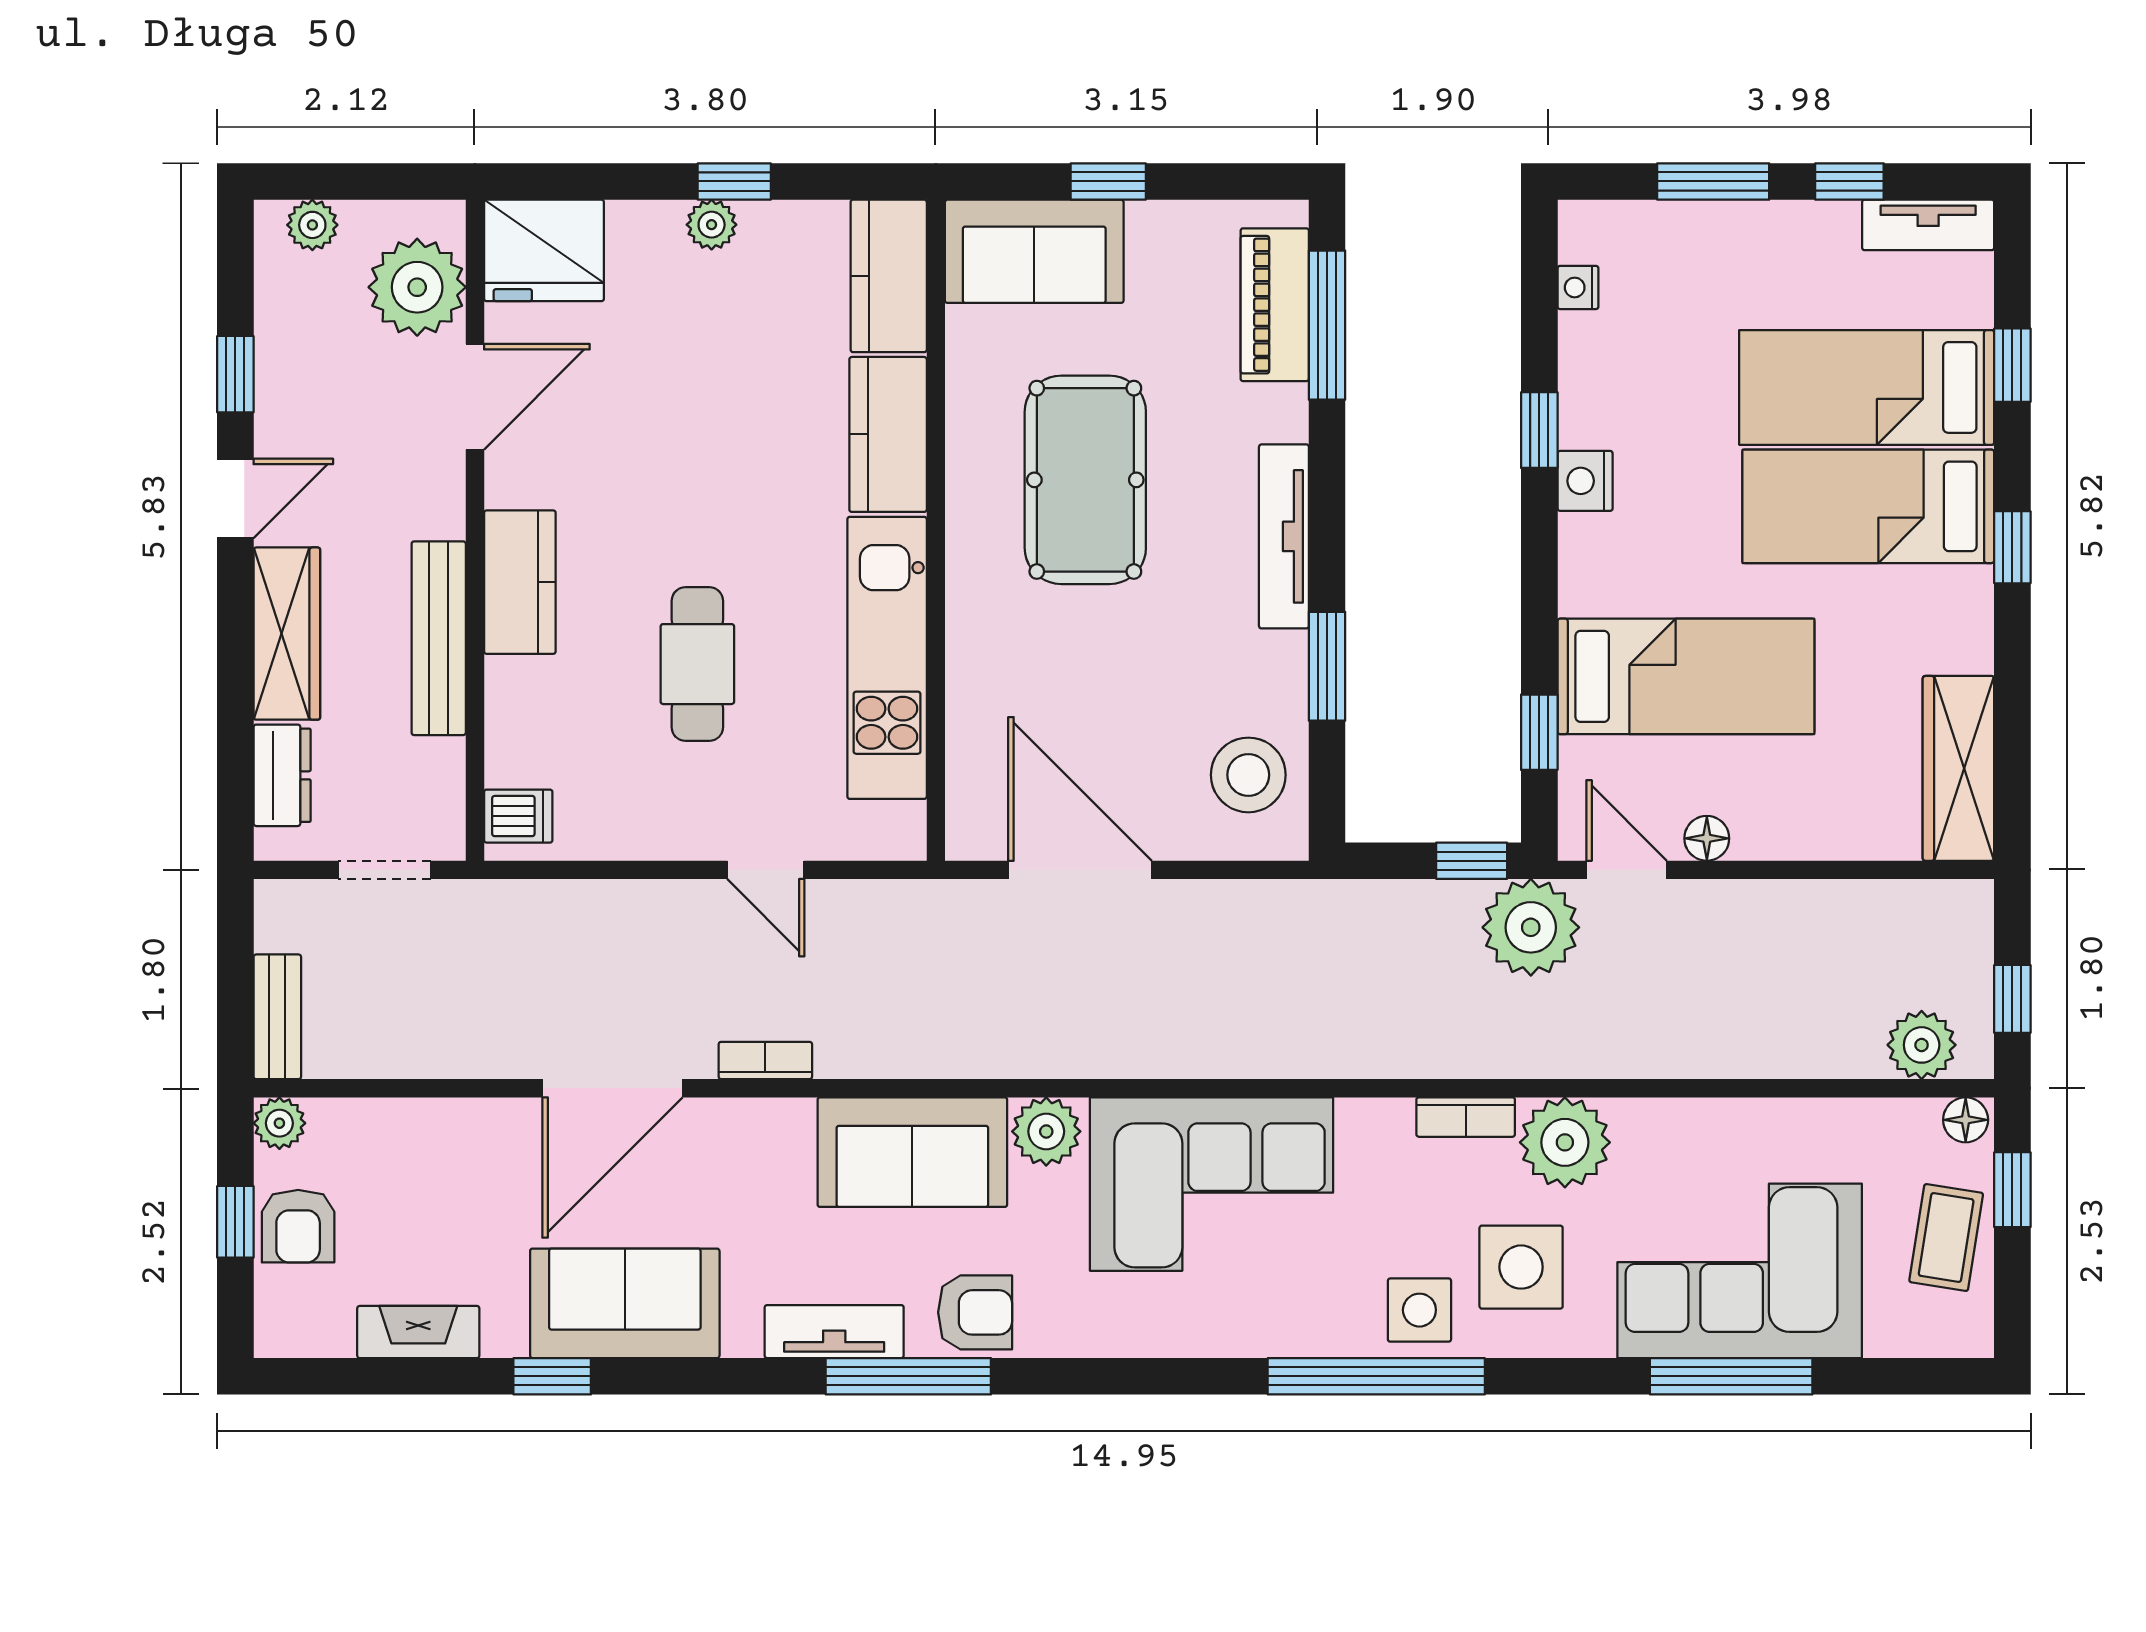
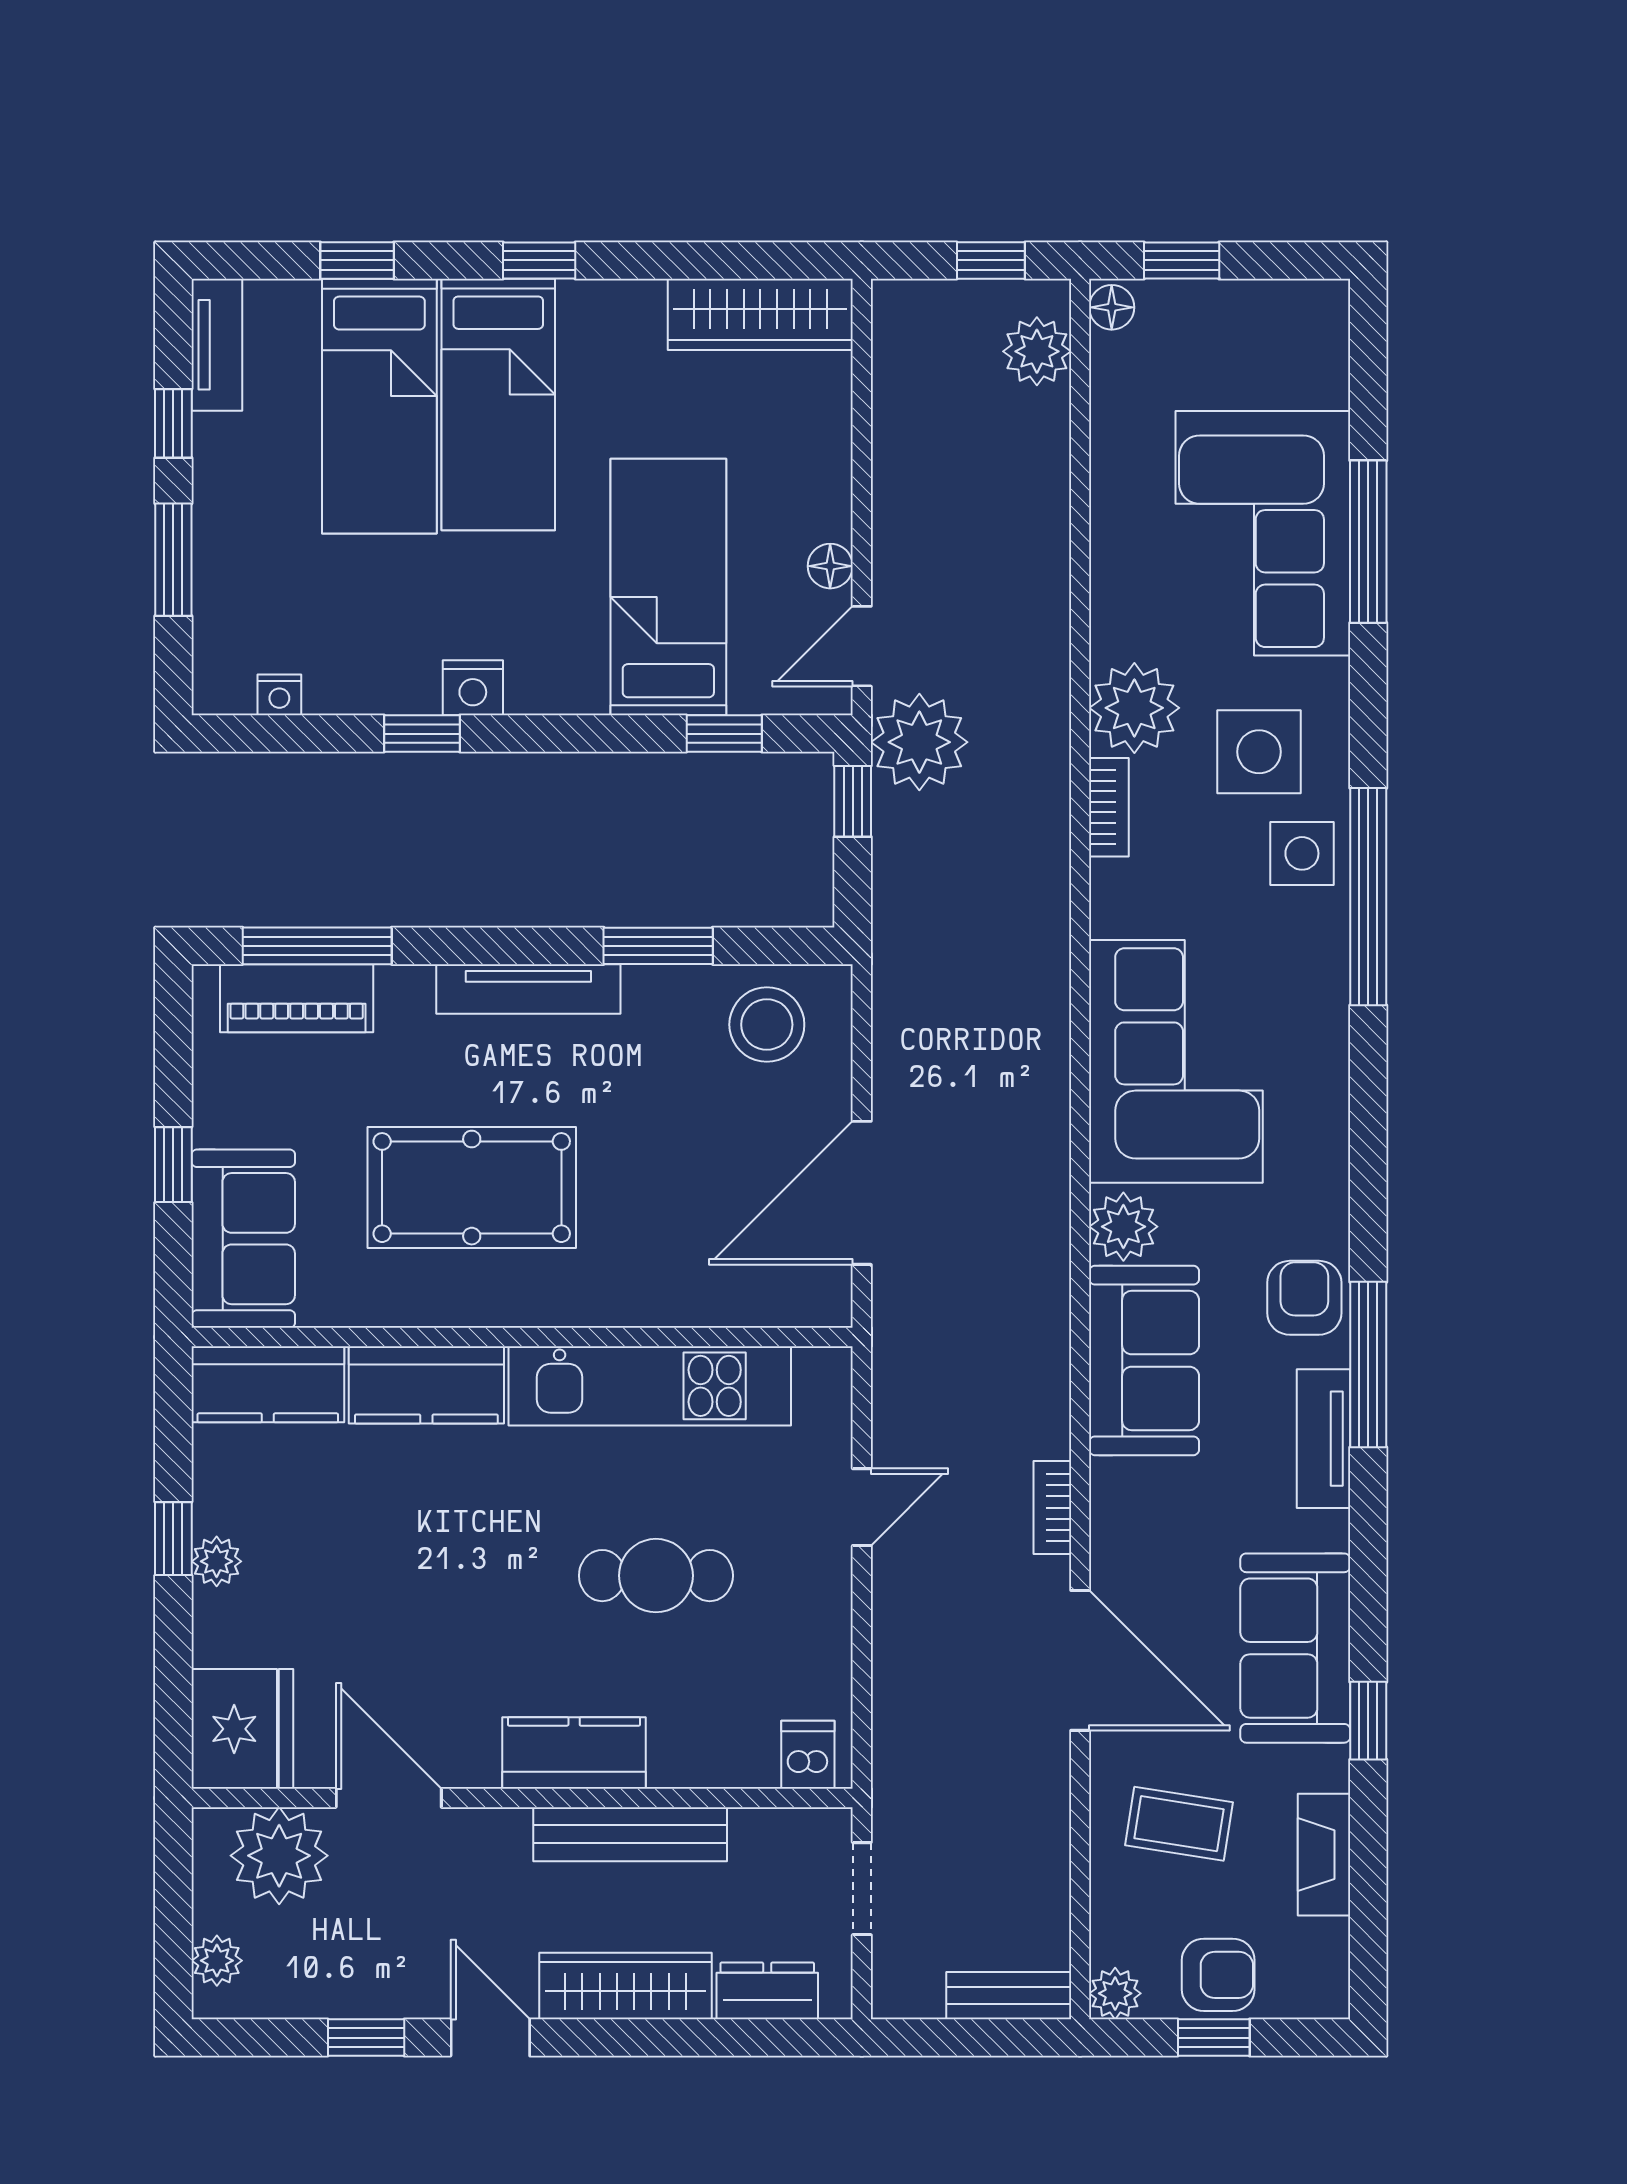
coffee table: (1946, 1238) -> (1179, 1824), moved

